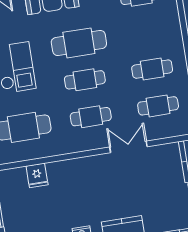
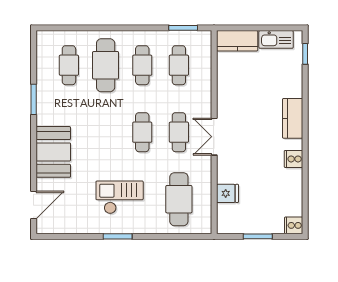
cafe table: (79, 43) -> (106, 65), moved
double door: (128, 147) -> (214, 137), moved

